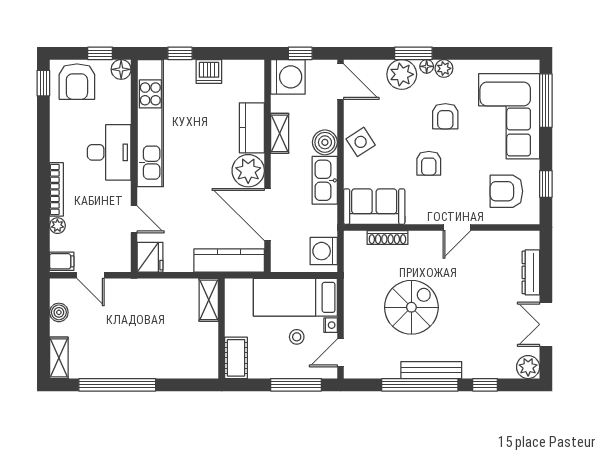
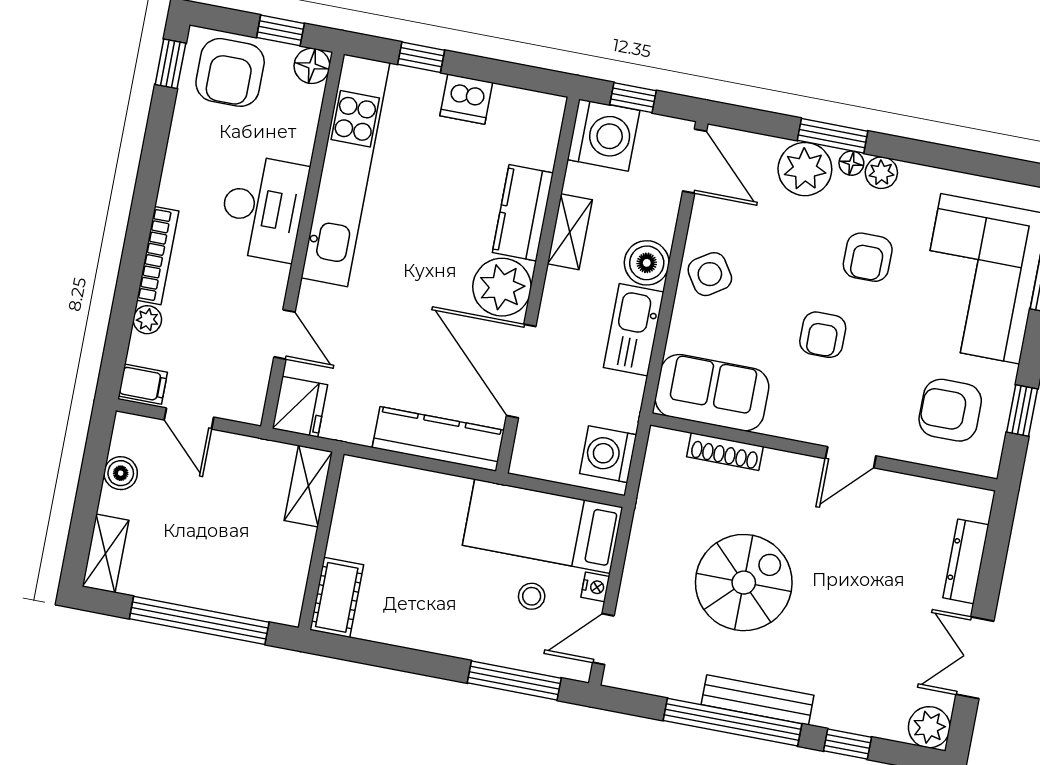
shelving: (209, 300) -> (308, 486), moved
wall: (222, 329) -> (321, 541), moved
cot: (236, 358) -> (337, 597), moved

